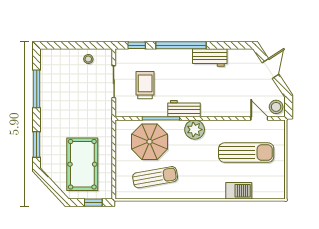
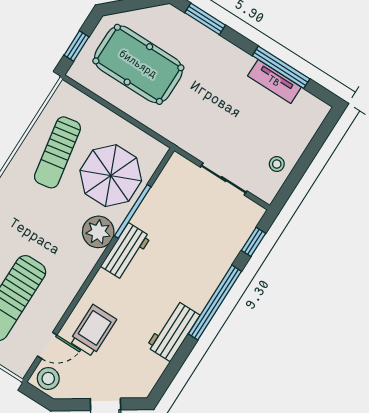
trolley: (145, 85) -> (93, 330), moved, turned -90
tv unit: (46, 88) -> (274, 81), added
plant: (195, 130) -> (98, 232), moved

